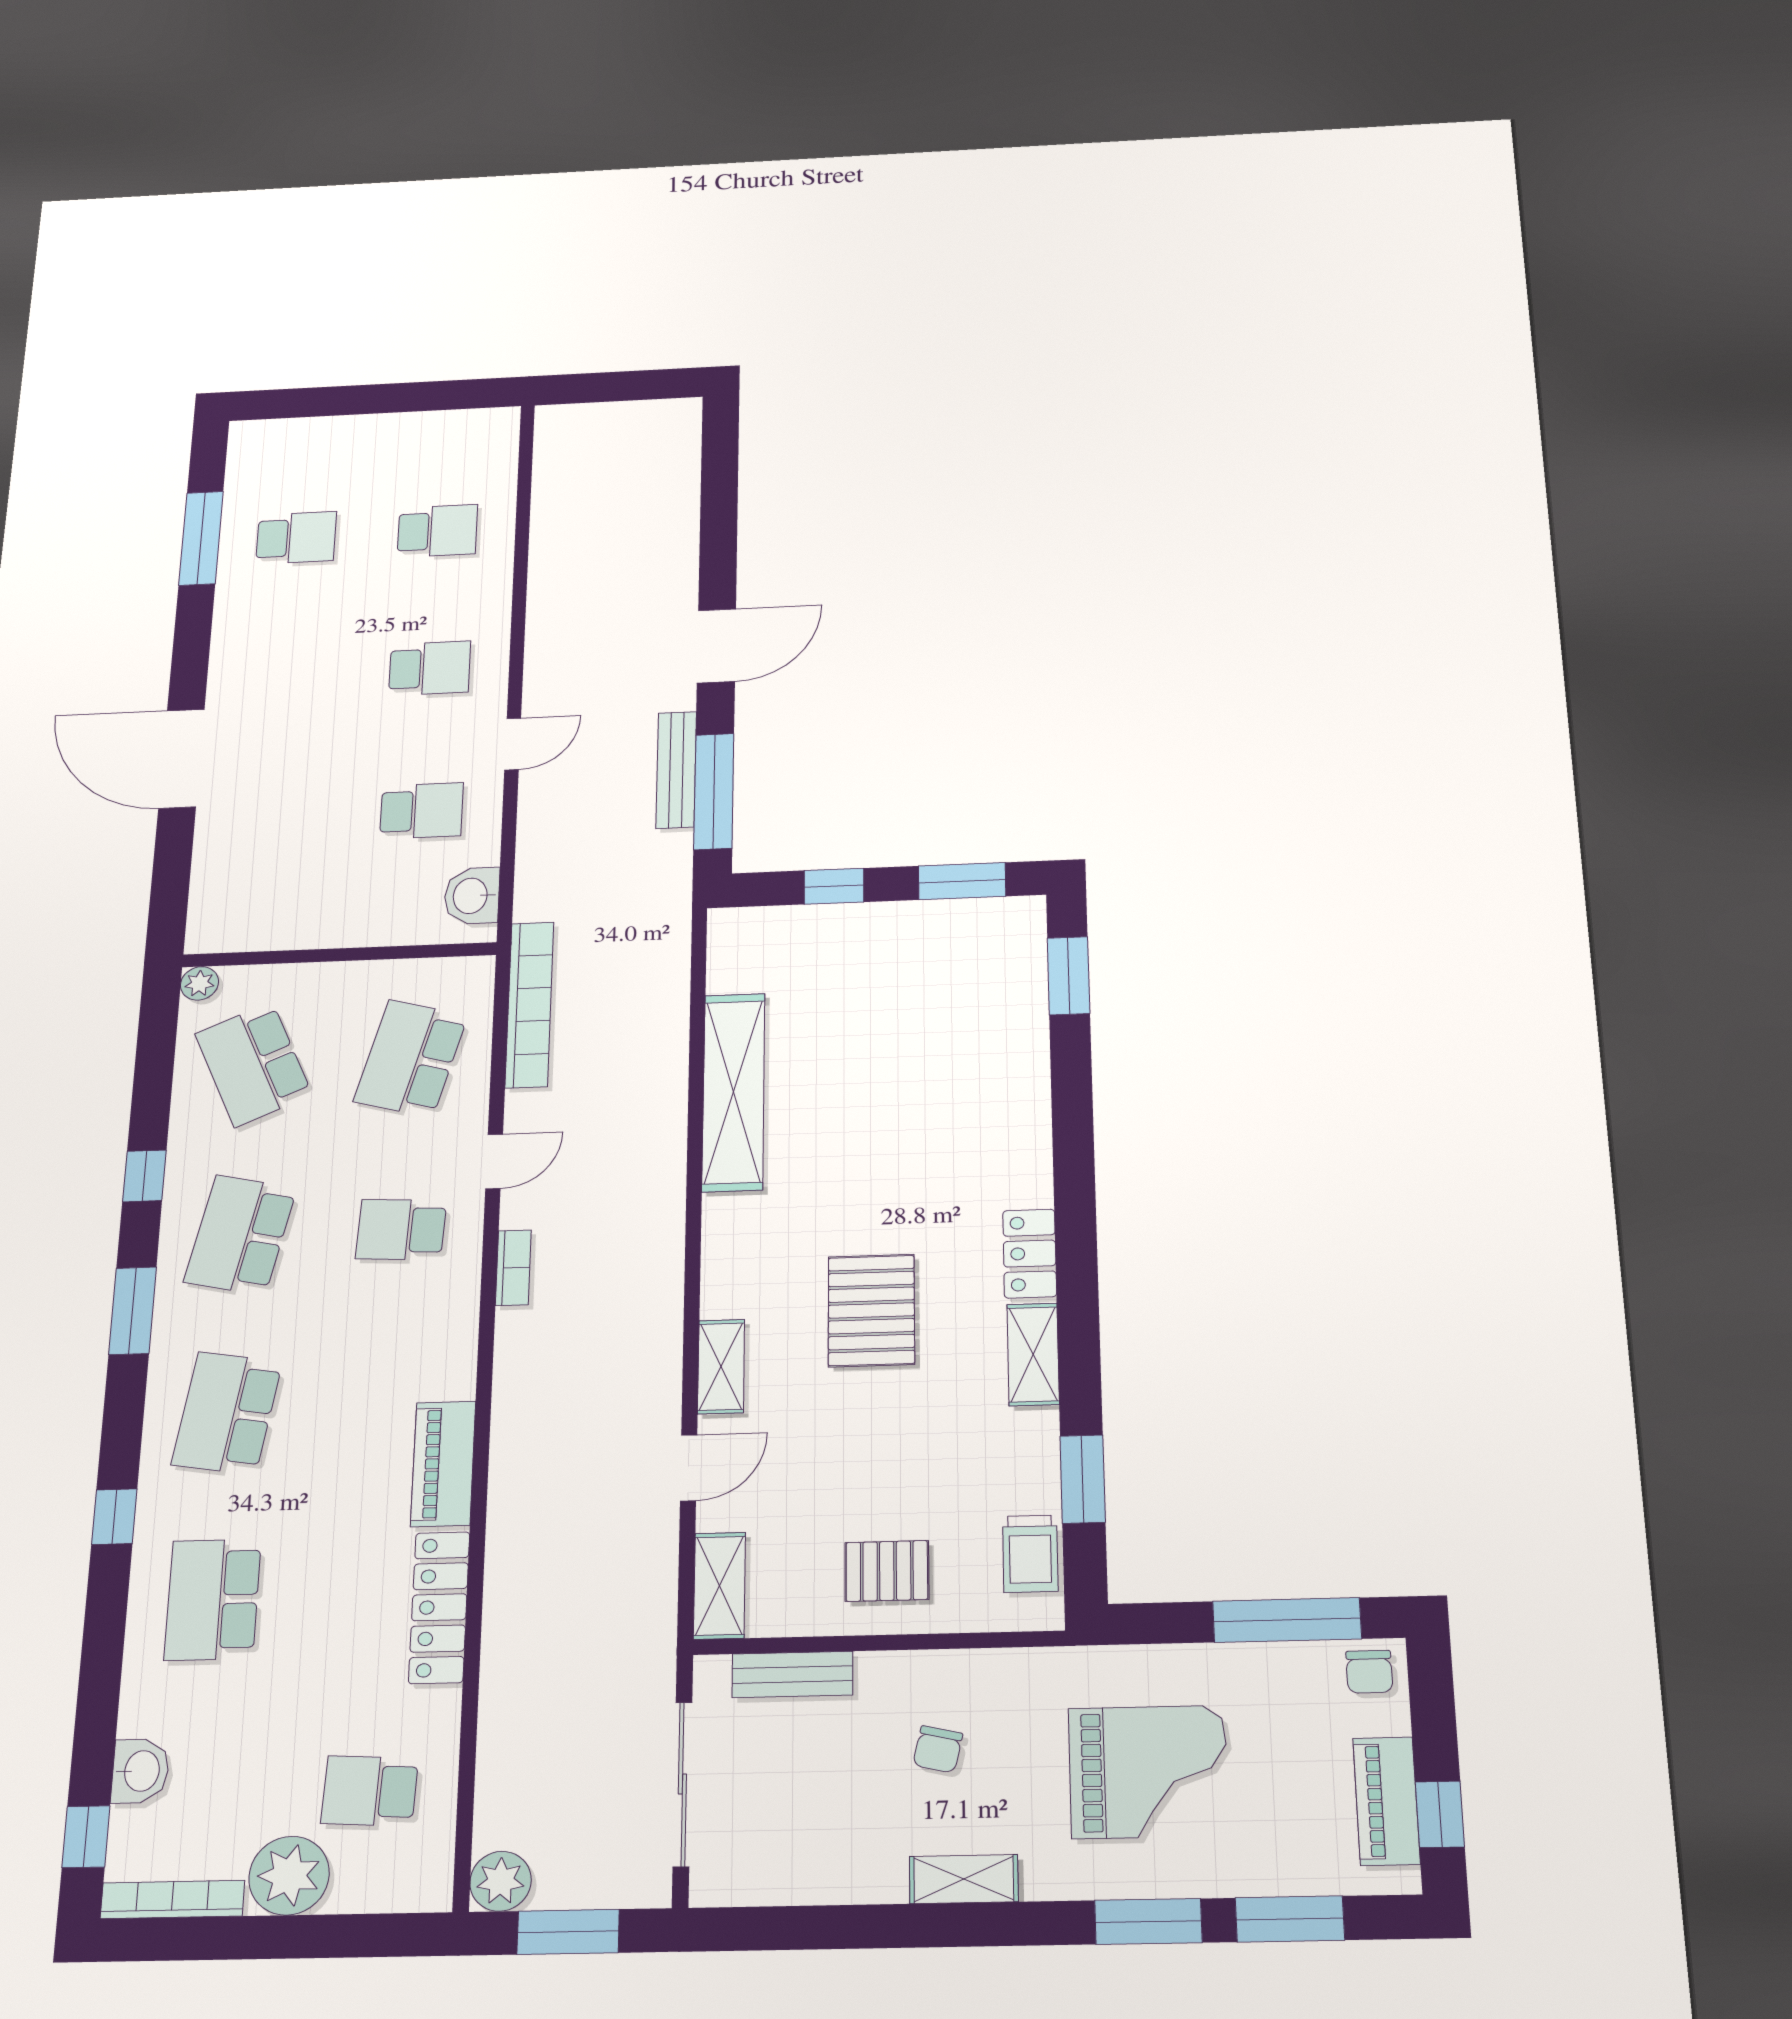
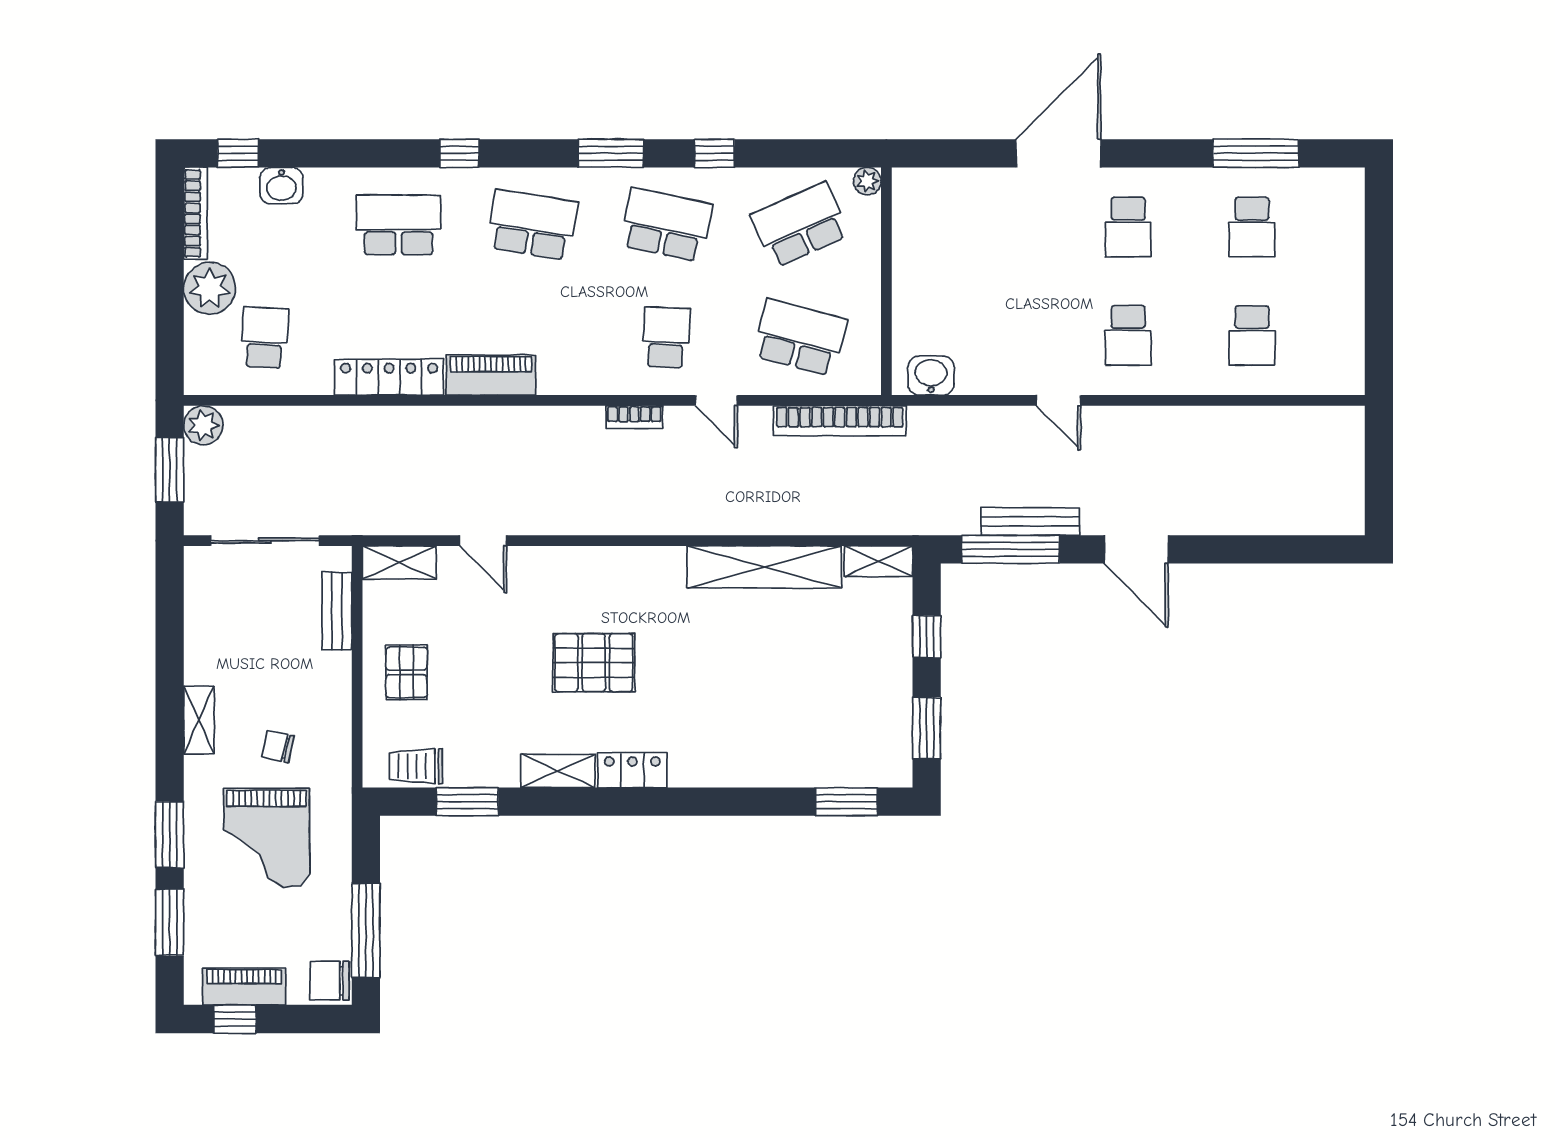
school desk: (422, 811) -> (1128, 227), moved
shelving: (721, 1367) -> (878, 561), moved
chair: (1369, 1672) -> (330, 981), width x1.37, depth x1.37
chair: (938, 1749) -> (278, 747), moved

